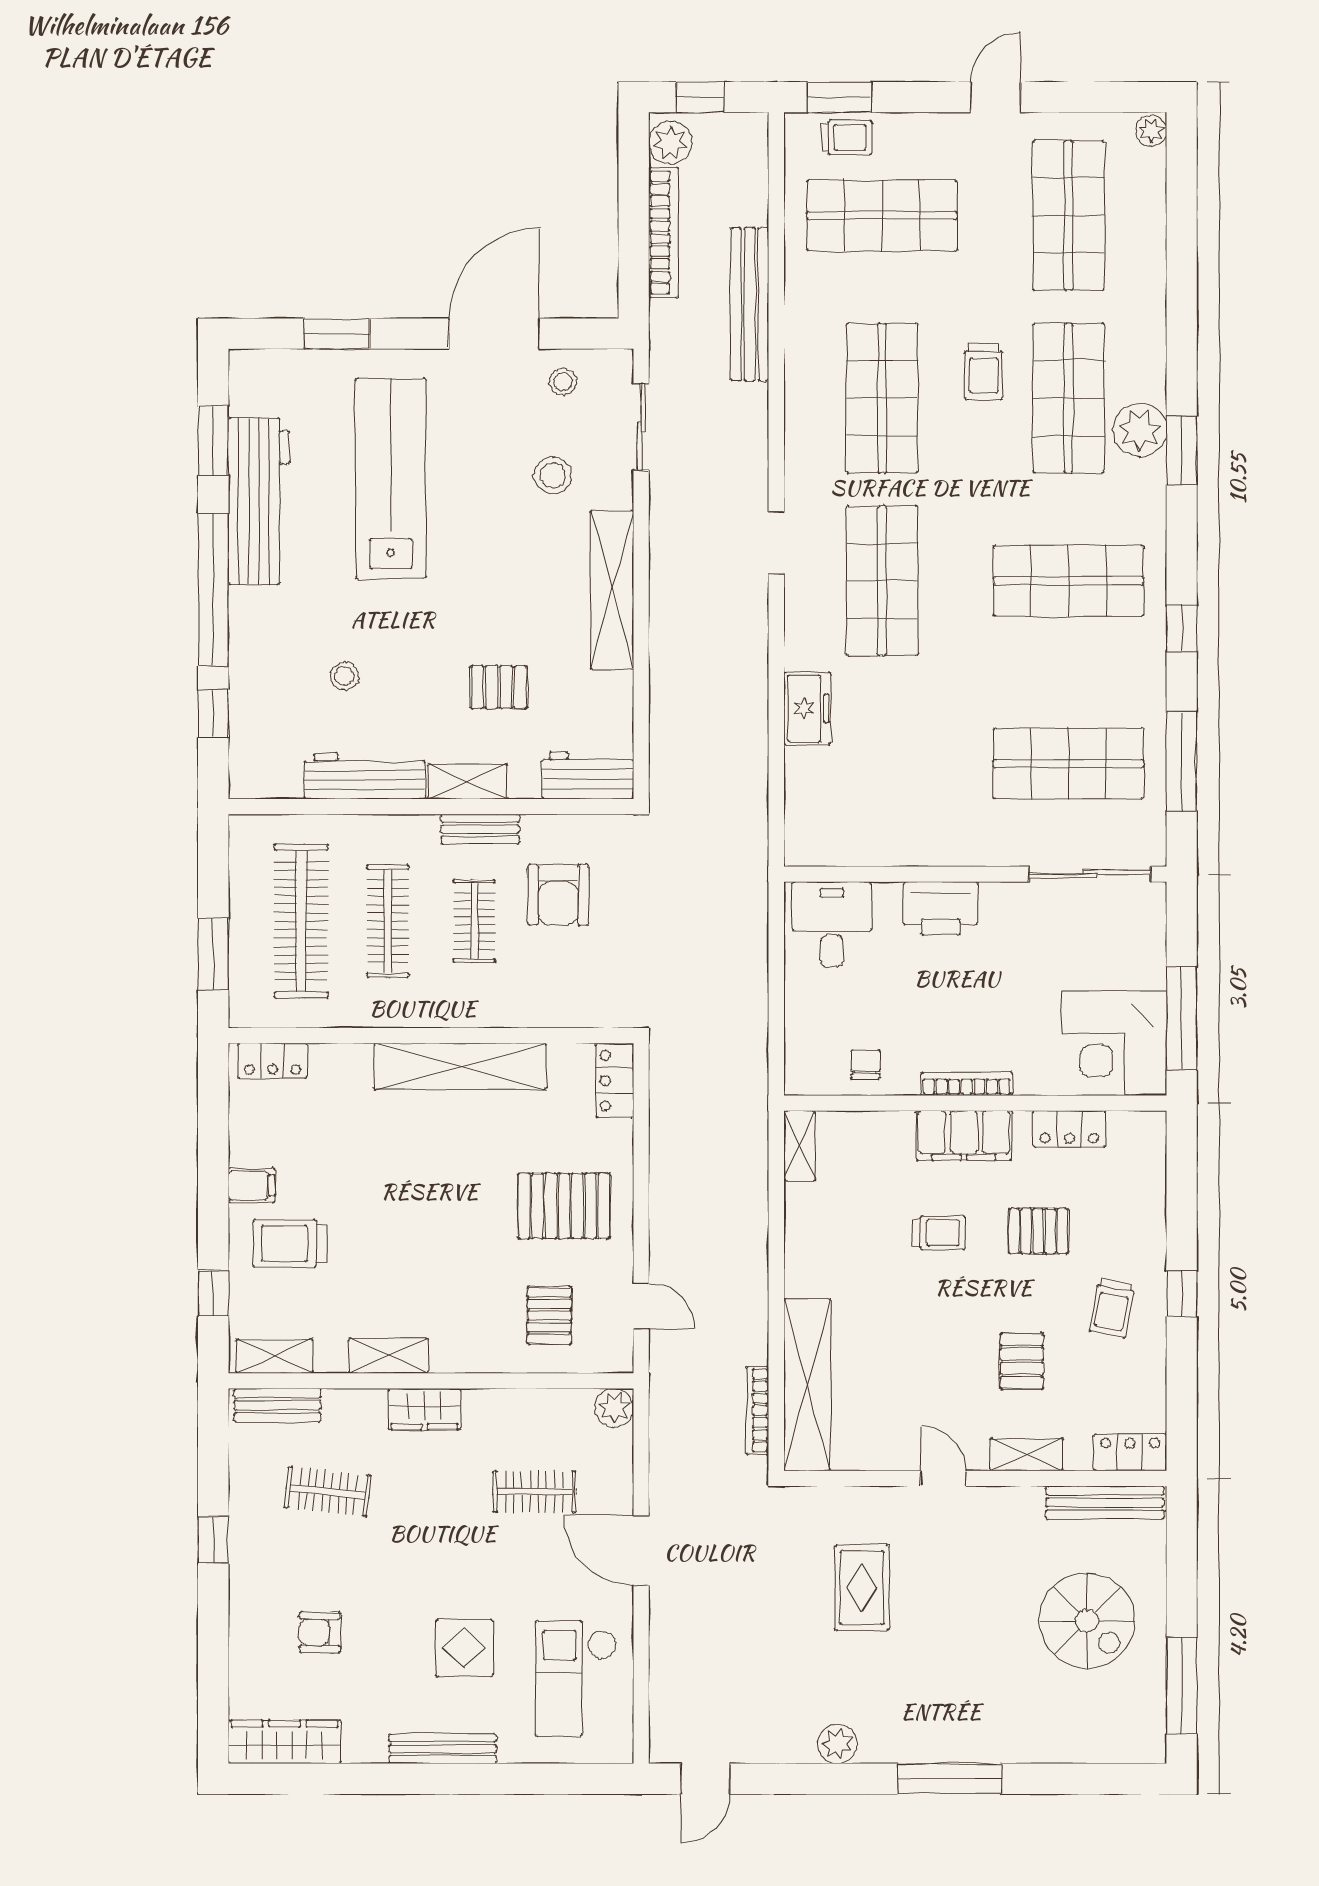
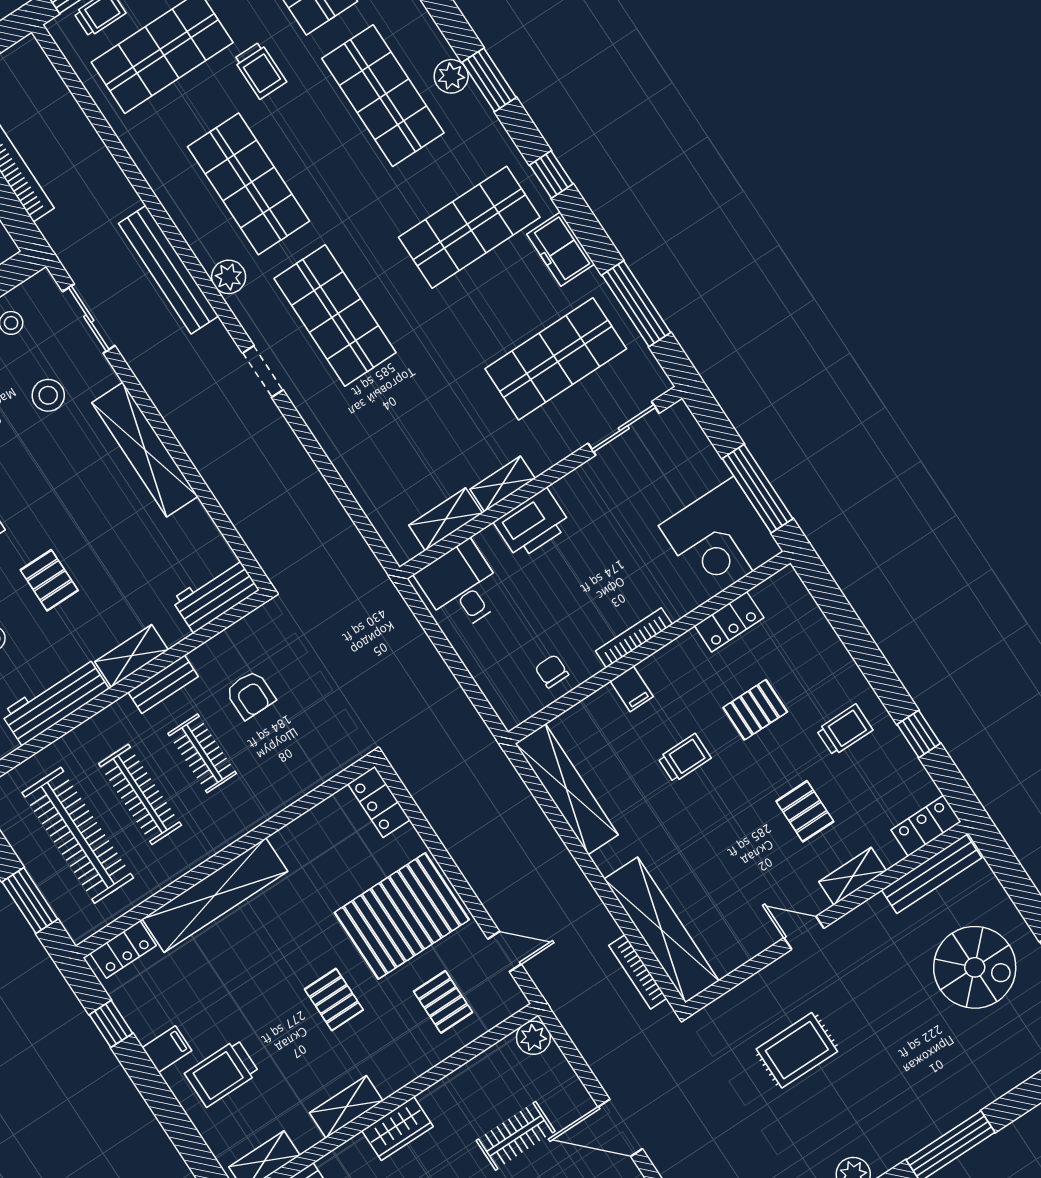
bench: (750, 304) -> (168, 270), moved
trolley: (984, 372) -> (260, 70), moved
plant: (1140, 430) -> (451, 76), width x0.73, depth x0.73
plant: (803, 476) -> (229, 277), added
doorway: (776, 542) -> (263, 371), moved
window: (1182, 628) -> (551, 174), moved
pallet: (499, 687) -> (49, 580), moved, turned 90
freezer: (807, 709) -> (561, 249), moved, turned 180
shelving: (859, 849) -> (446, 519), added
shelving: (937, 851) -> (503, 484), added
sliding door: (1090, 874) -> (624, 428), width x0.73
armchair: (558, 895) -> (250, 695), width x0.72, depth x0.72
shelving: (460, 1067) -> (215, 895), moved
filing cabinet: (964, 1136) -> (632, 689), width x0.33, depth x0.86
shelving: (800, 1146) -> (567, 789), width x2.20, depth x1.33
pallet: (564, 1206) -> (402, 916), width x1.37, depth x1.41
pallet: (445, 1244) -> (334, 1000), added
window: (213, 1293) -> (111, 1024), moved
window: (1182, 1294) -> (919, 734), moved
trolley: (1112, 1308) -> (845, 730), turned -101
rug: (862, 1588) -> (797, 1050), turned 90

